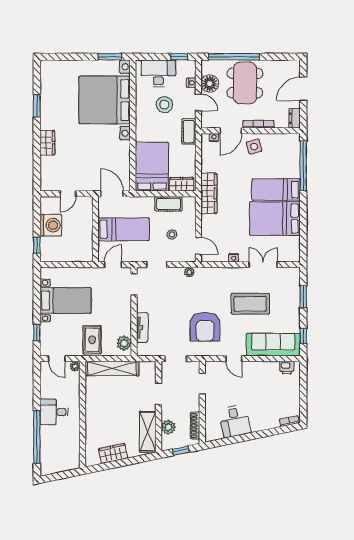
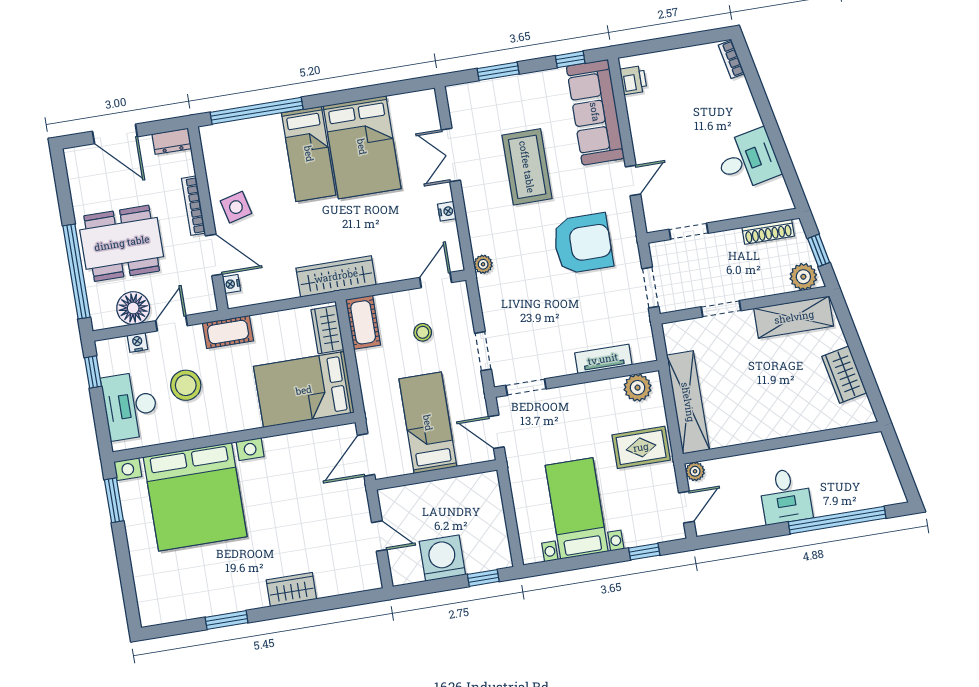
cot: (168, 204) -> (363, 322), moved
plant: (189, 272) -> (483, 264), moved
plant: (168, 427) -> (803, 277), moved

